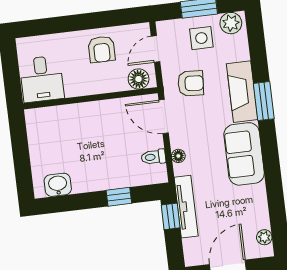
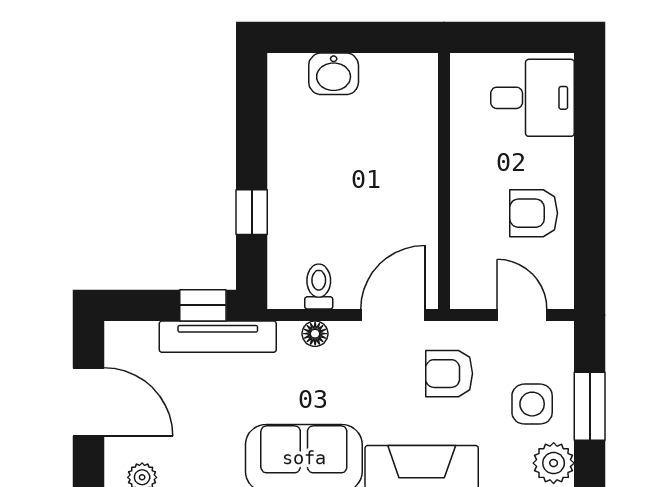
desk: (42, 79) -> (532, 98), moved, turned 180
floor lamp: (139, 79) -> (469, 276), removed
armchair: (191, 83) -> (449, 374), turned 86
washbasin: (58, 185) -> (334, 74), moved, turned 90

